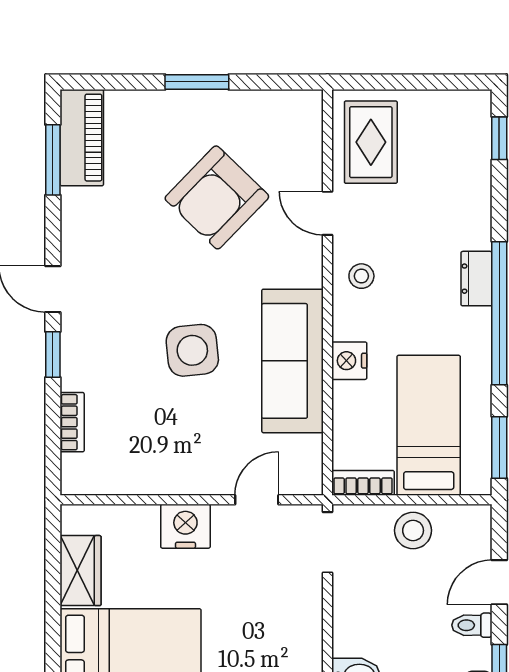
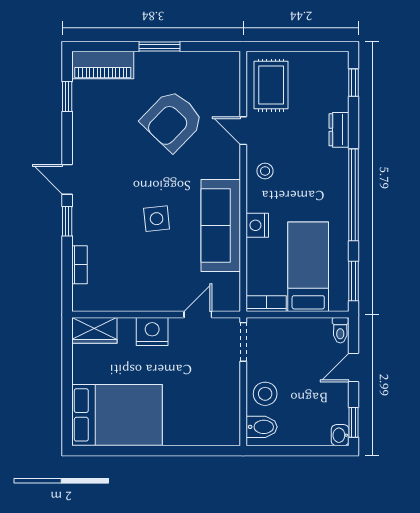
piano: (82, 138) -> (103, 65), moved, turned 90
window: (53, 160) -> (67, 96), width x0.67
dresser: (477, 279) -> (339, 130), moved
side table: (192, 350) -> (157, 219), width x0.73, depth x0.73
stool: (413, 530) -> (265, 394), moved
wardrobe: (81, 571) -> (94, 330), moved, turned 90
toilet: (472, 625) -> (340, 330), moved, turned -90

